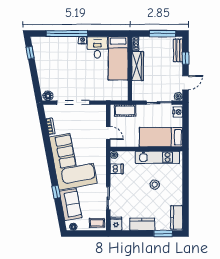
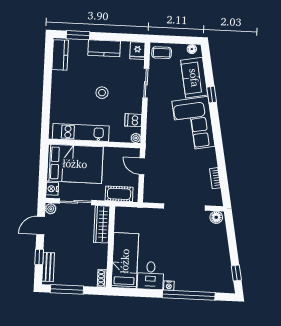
wardrobe: (138, 66) -> (102, 224), moved
bed: (161, 137) -> (75, 164), width x1.50
corner sofa: (73, 160) -> (193, 124), width x0.73, depth x0.74
stool: (155, 185) -> (102, 93), moved

